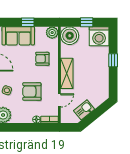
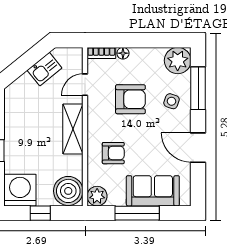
window: (28, 22) -> (137, 213), width x2.17

